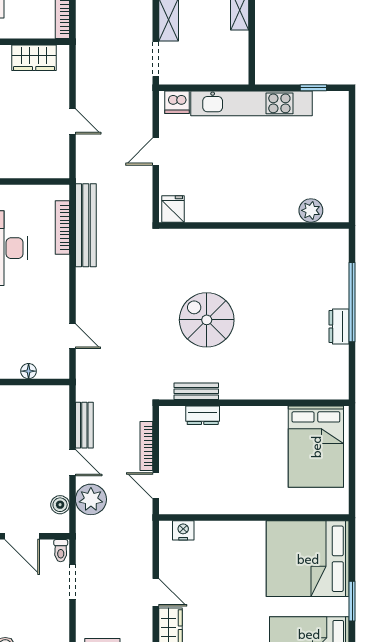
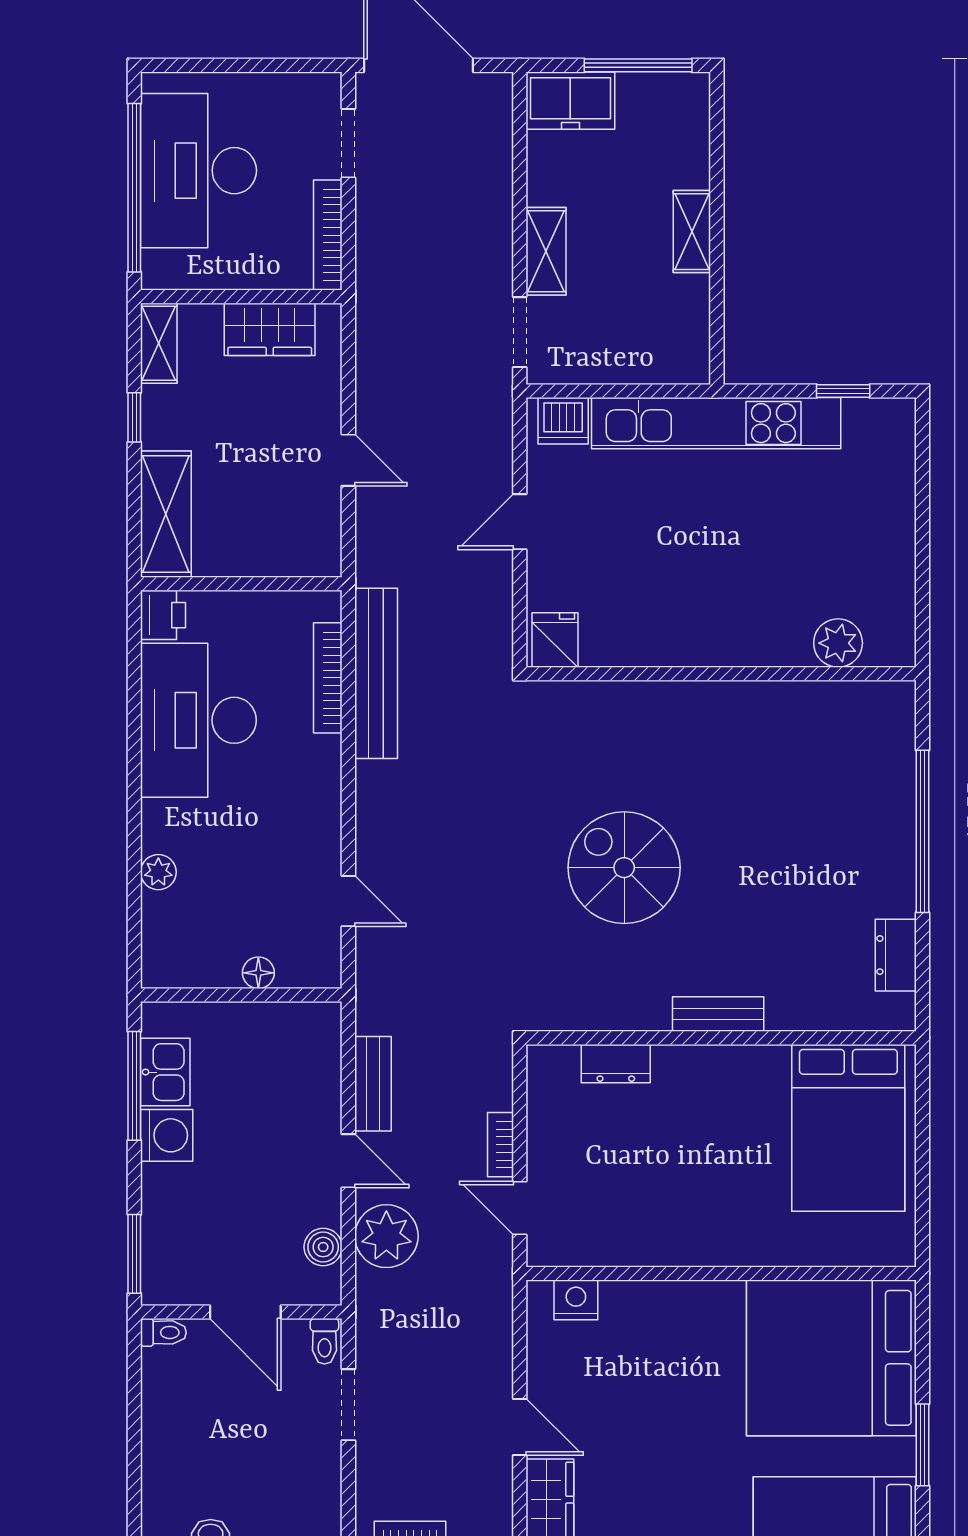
dresser: (339, 326) -> (896, 955), moved
bench: (196, 391) -> (718, 1014), moved
bookcase: (146, 446) -> (500, 1145), width x0.64

